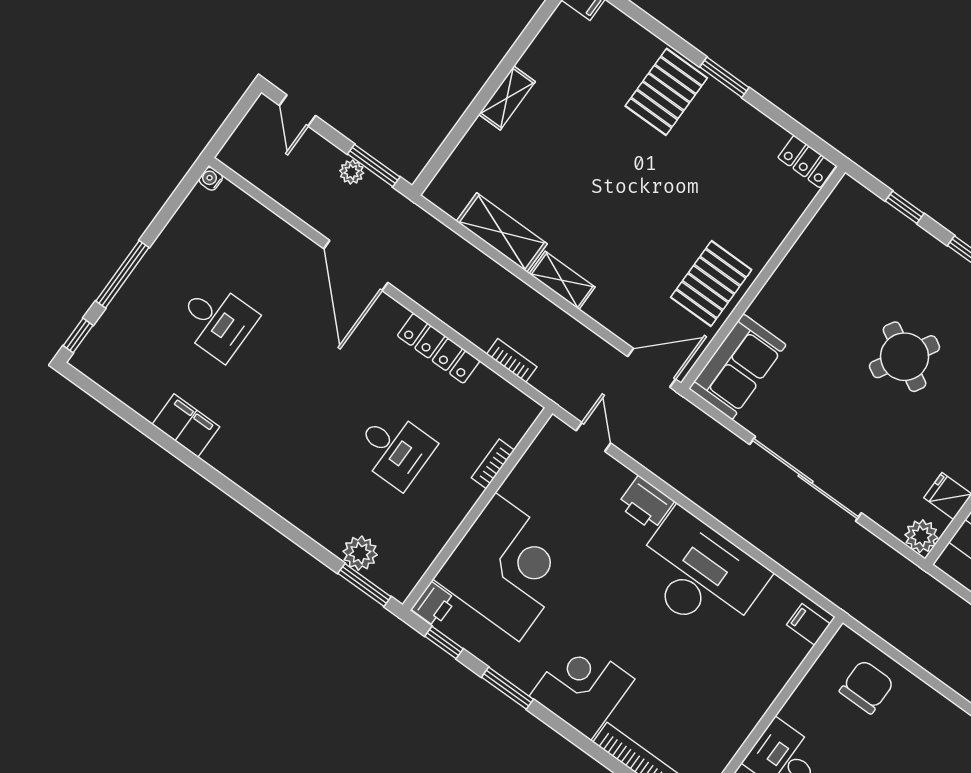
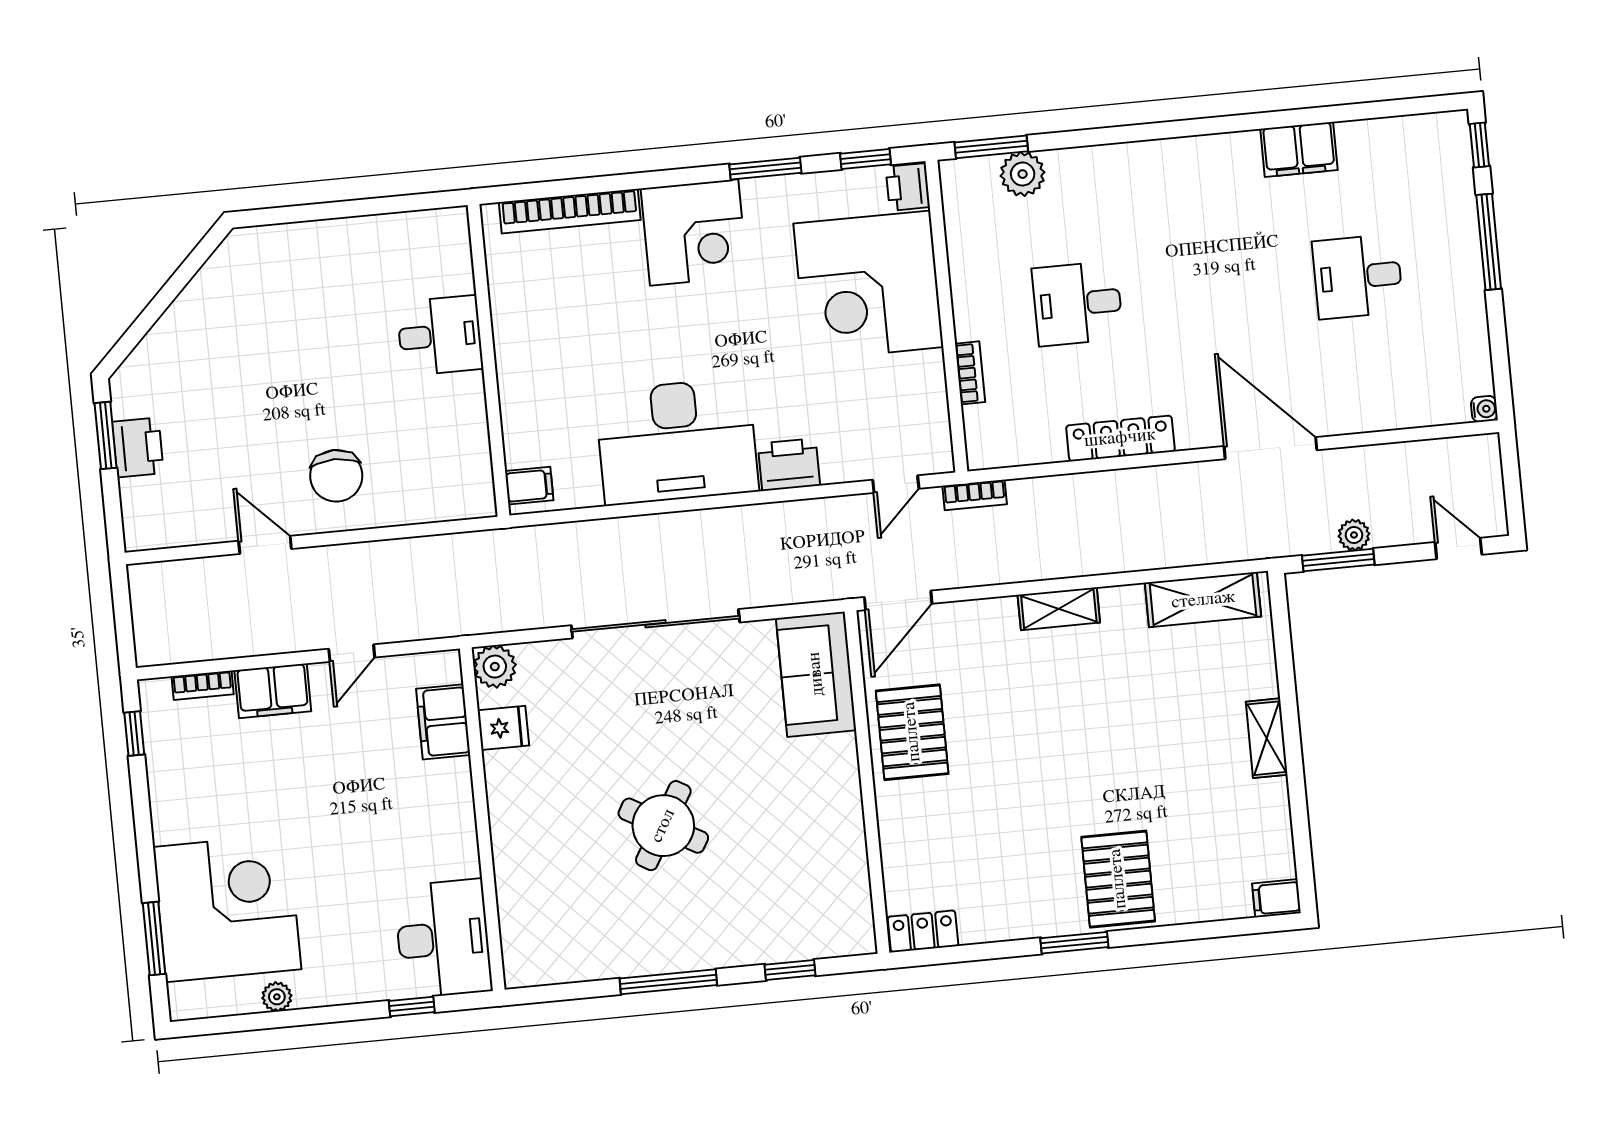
shelving: (502, 232) -> (1203, 600), moved
bookcase: (512, 360) -> (975, 495), moved
door: (593, 437) -> (896, 484), hinge flipped
chair: (867, 687) -> (336, 476), moved

